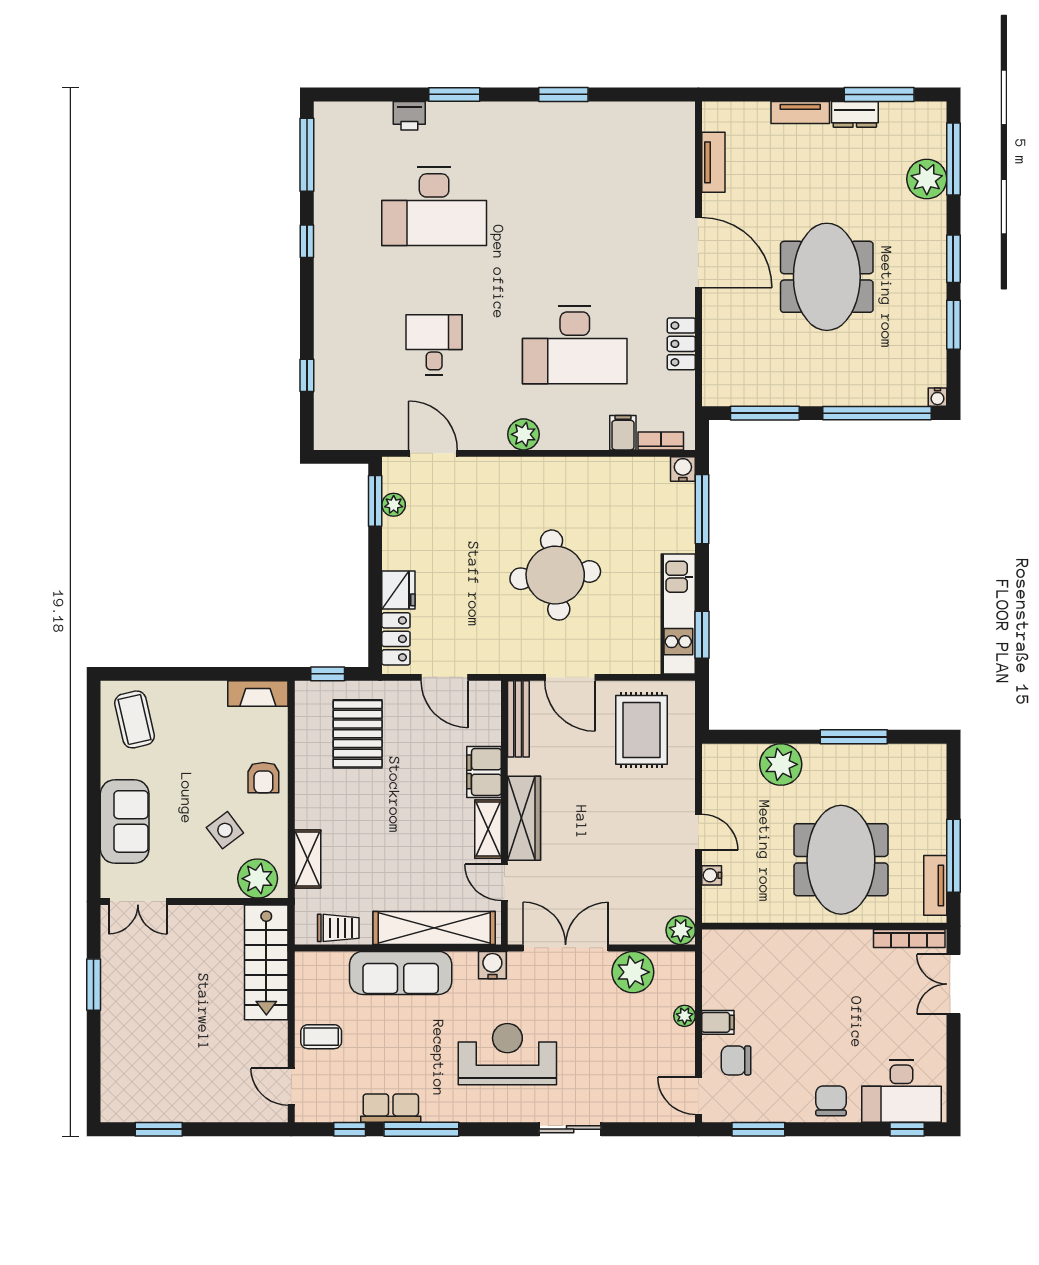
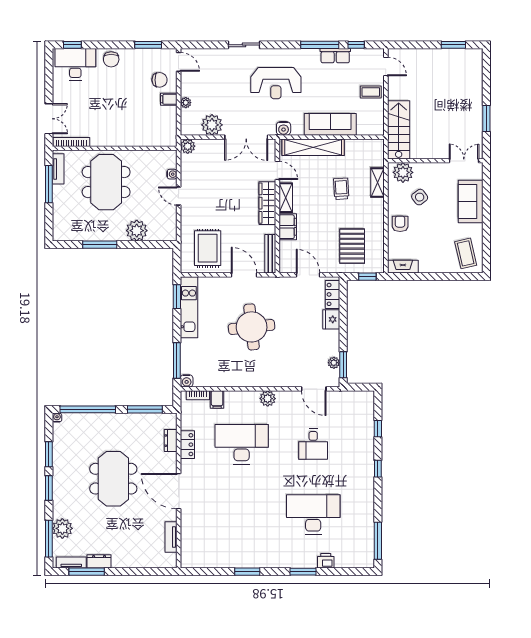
tv unit: (800, 112) -> (71, 562), moved
window: (307, 241) -> (378, 469), moved
dresser: (714, 352) -> (171, 441), added
trolley: (338, 928) -> (341, 189), moved, turned 87

